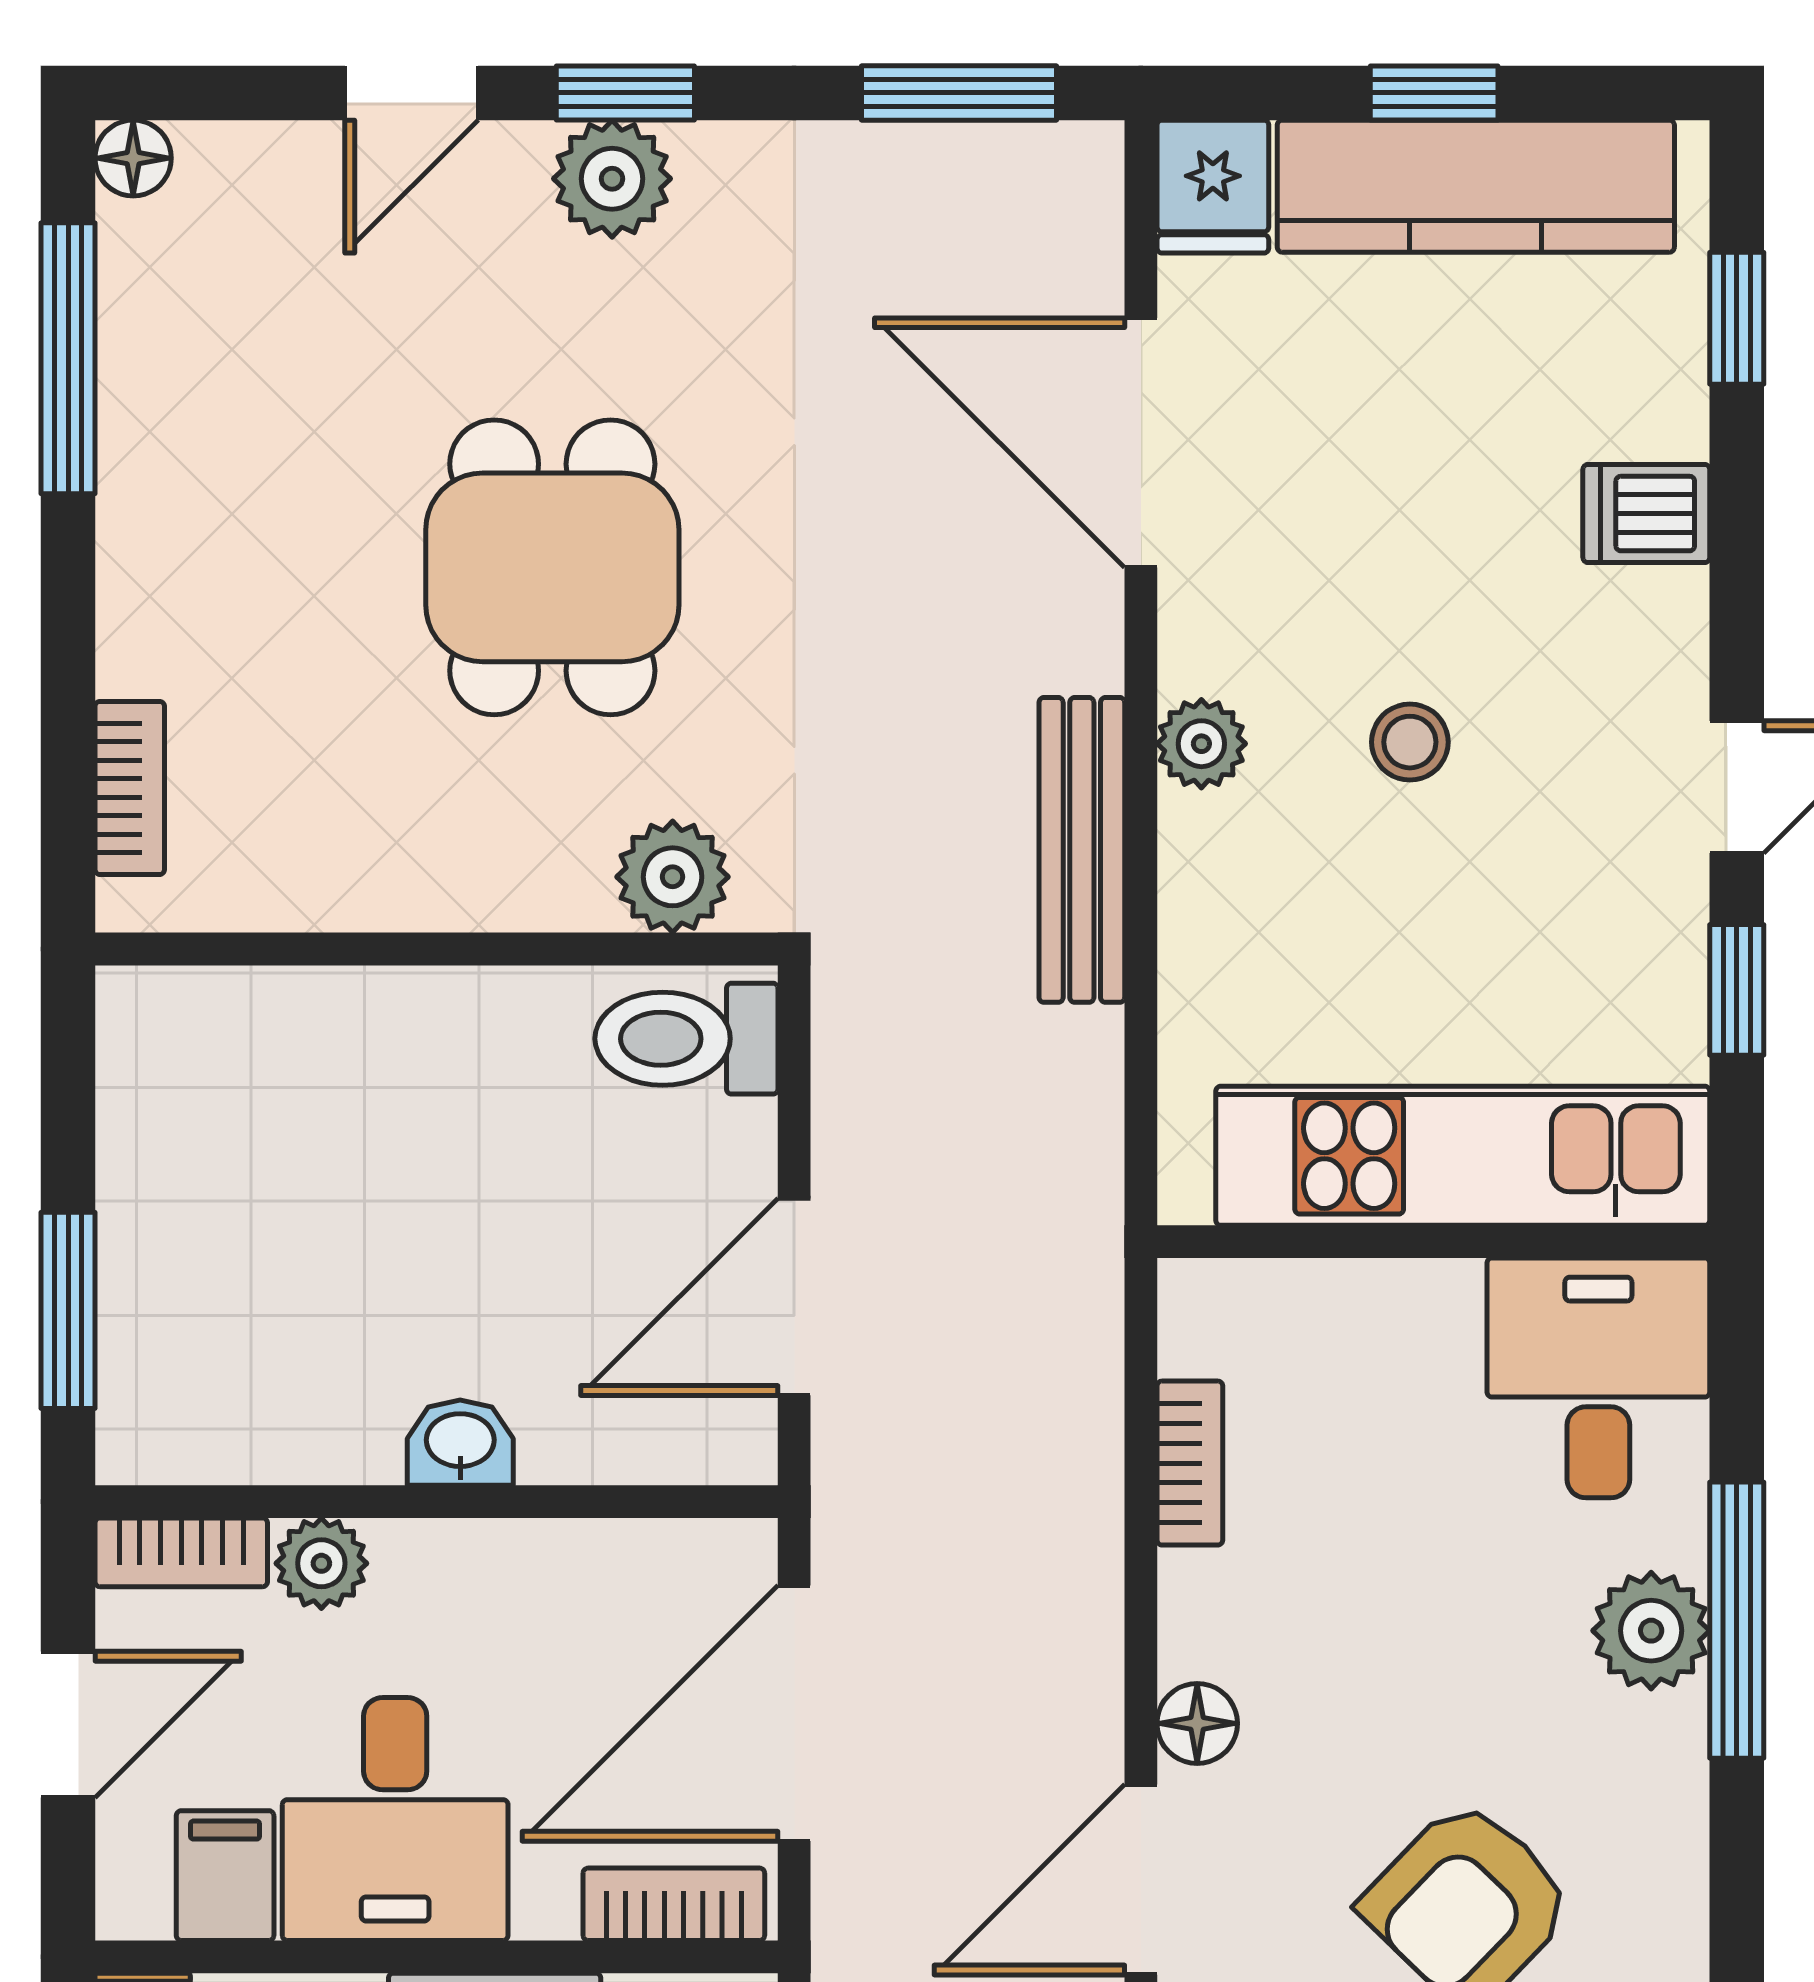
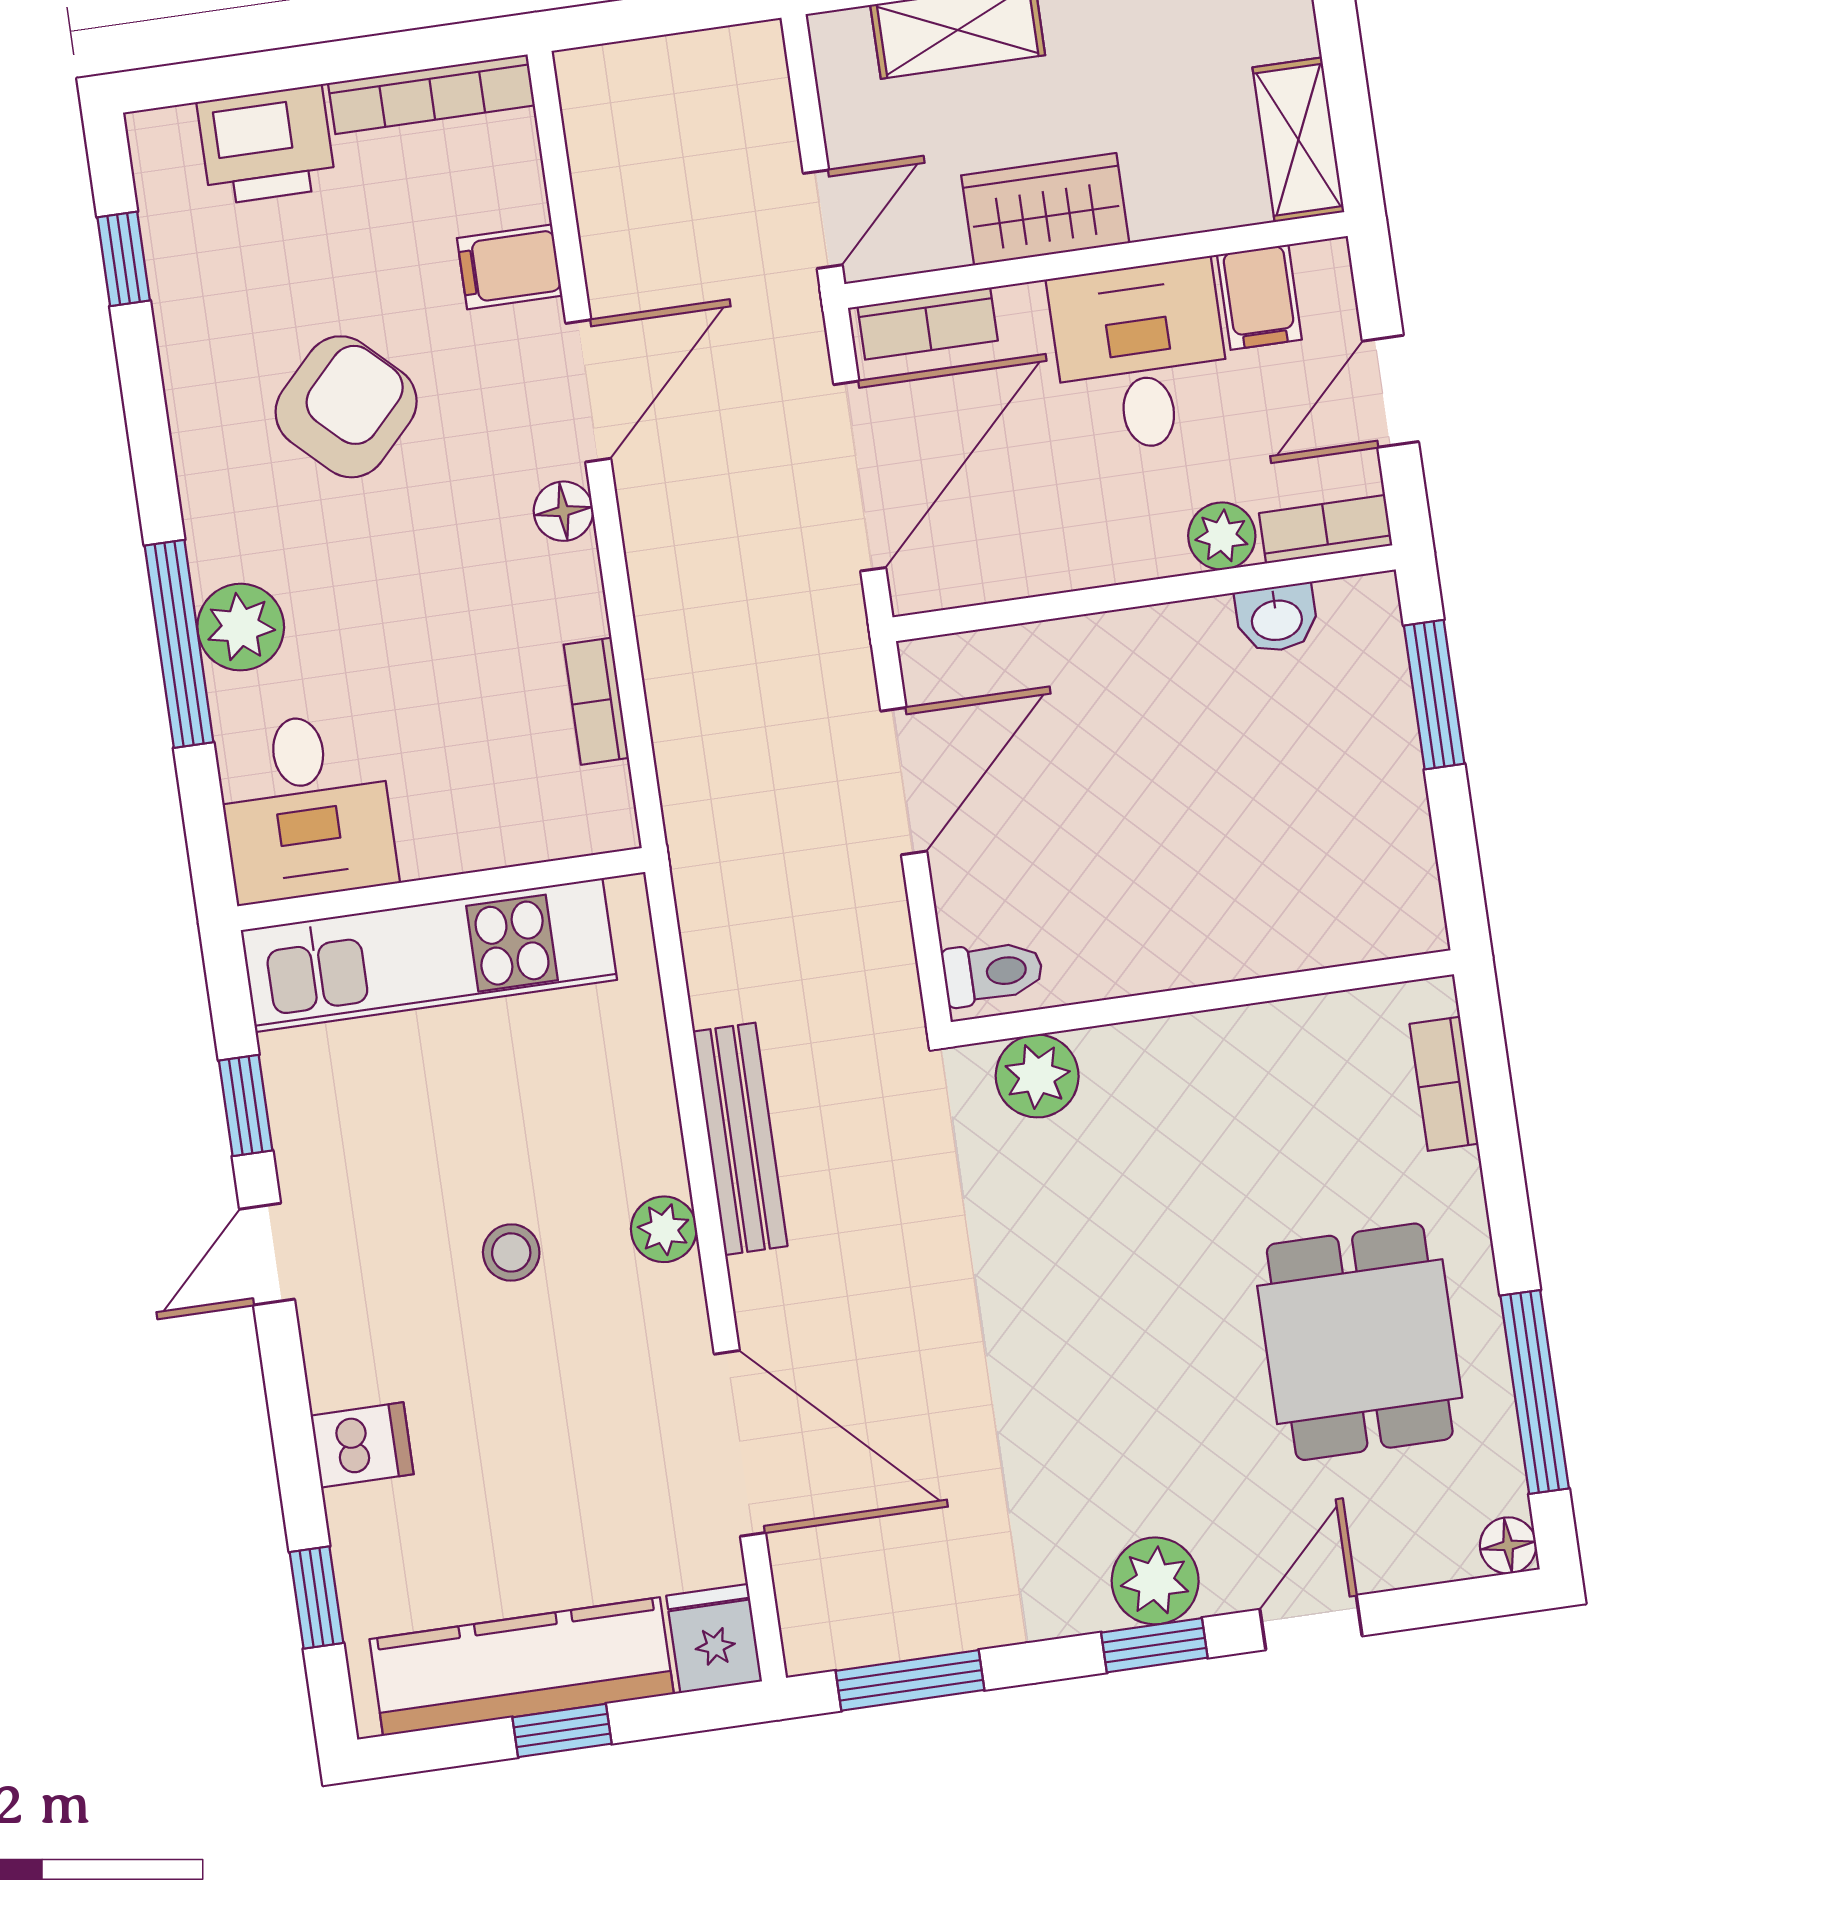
dining table: (552, 567) -> (1360, 1342), moved
toilet: (686, 1039) -> (993, 973), width x0.73, depth x0.72
washbasin: (460, 1443) -> (1277, 618), moved

